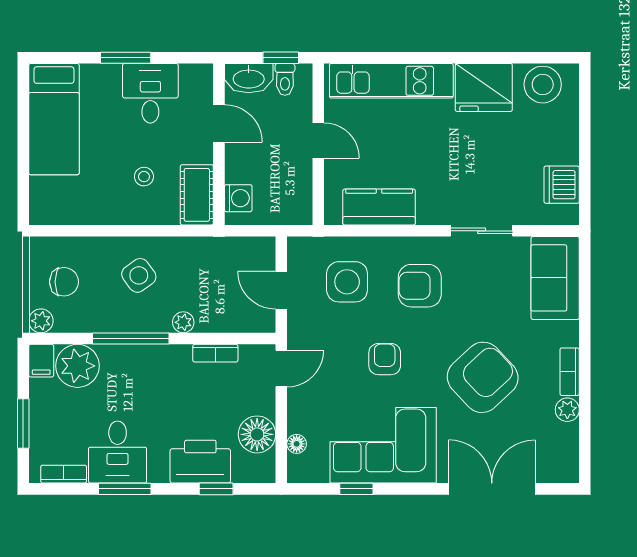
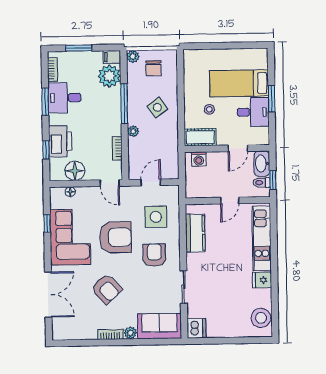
fridge: (484, 87) -> (262, 280), width x0.53, depth x0.75
bed: (54, 119) -> (239, 83), moved
dishwasher: (562, 185) -> (196, 328), moved, turned 90
armchair: (385, 359) -> (115, 237), width x1.88, depth x1.88
armchair: (483, 377) -> (107, 289), width x0.73, depth x0.73
plant: (567, 410) -> (130, 333), moved

